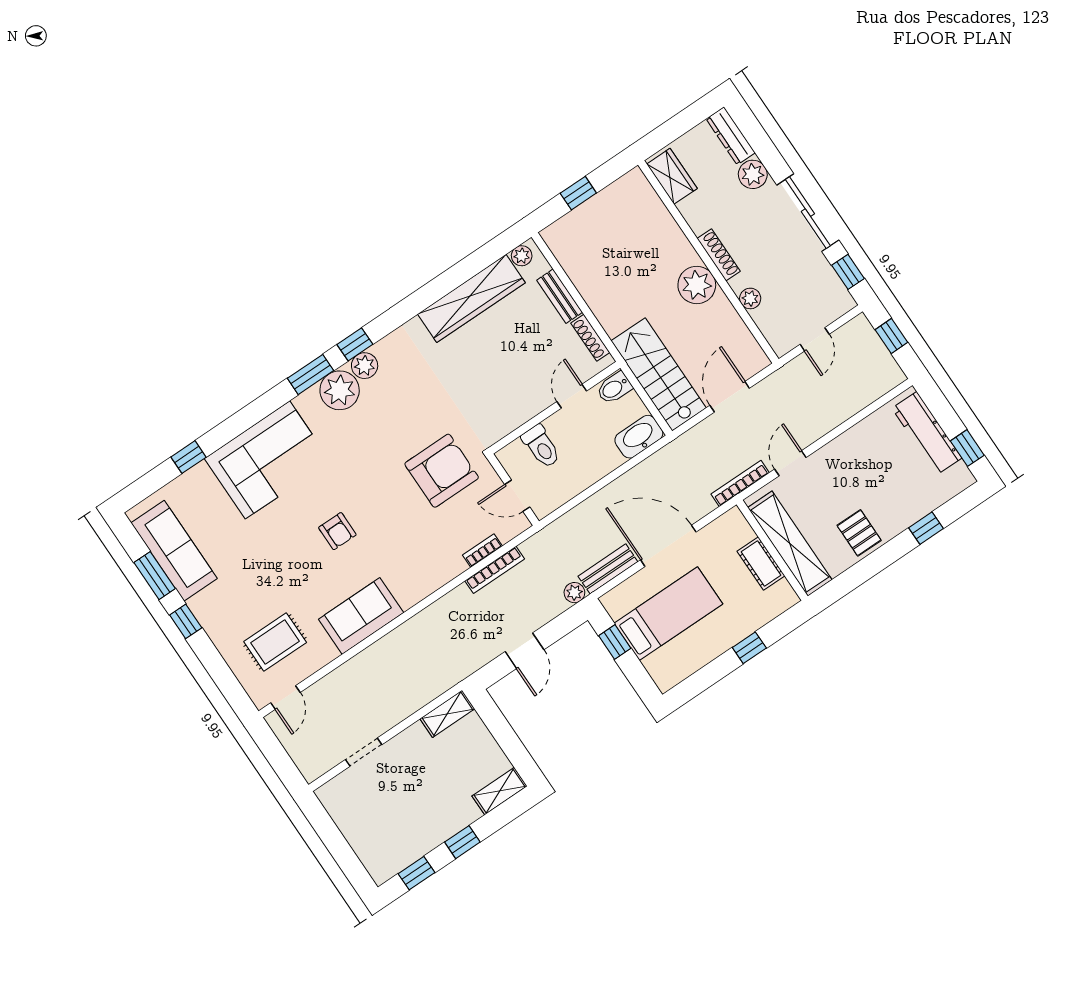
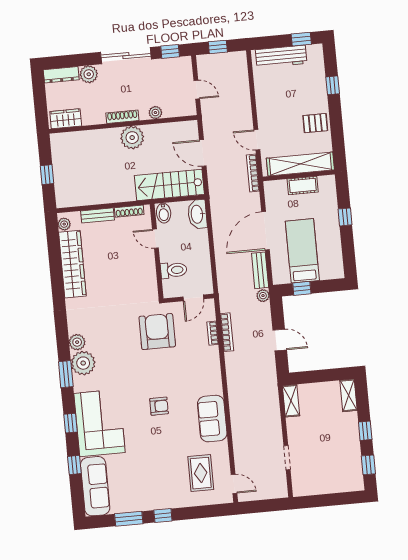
window: (355, 344) -> (70, 423), moved
sofa: (174, 551) -> (95, 486), moved, turned 90

